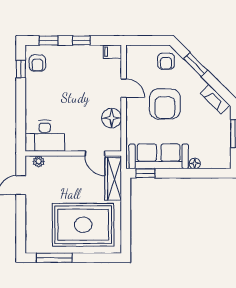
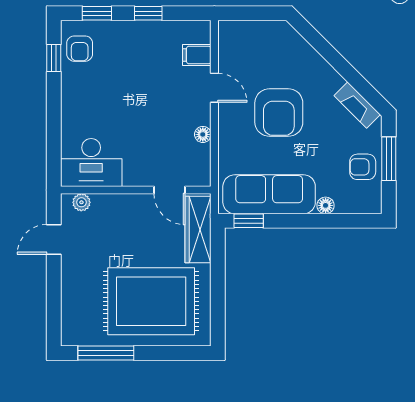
filing cabinet: (112, 52) -> (197, 55), moved
armchair: (166, 61) -> (363, 167), moved, turned 90
window: (196, 65) -> (327, 51), removed
floor lamp: (112, 118) -> (203, 134), width x0.53, depth x0.53

